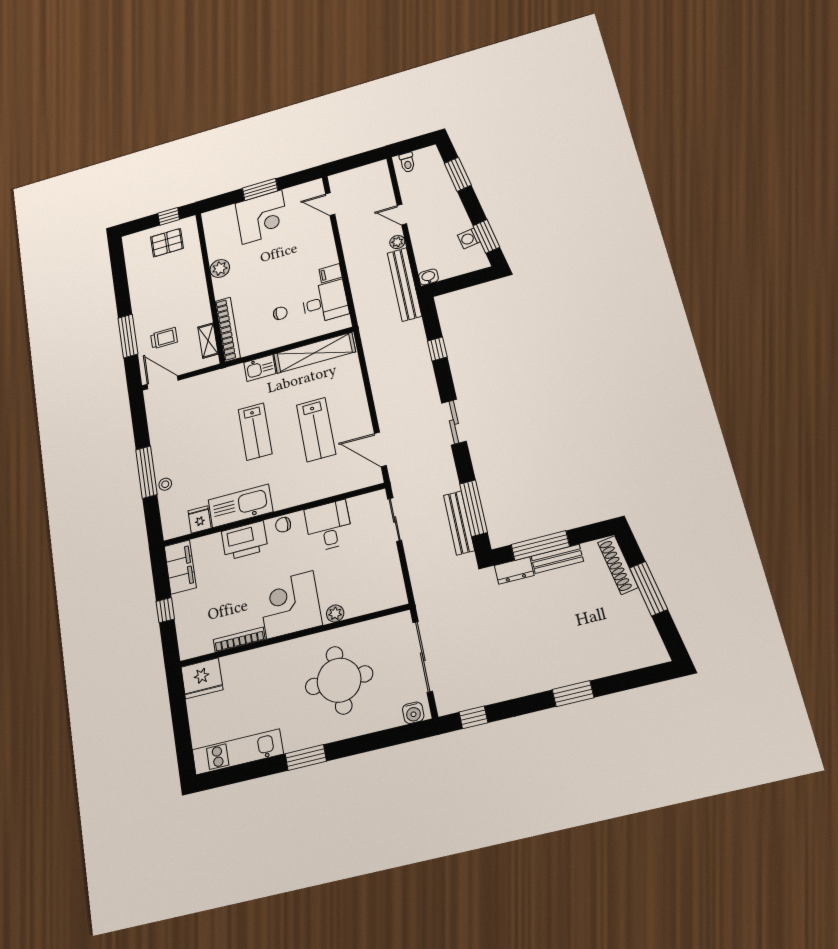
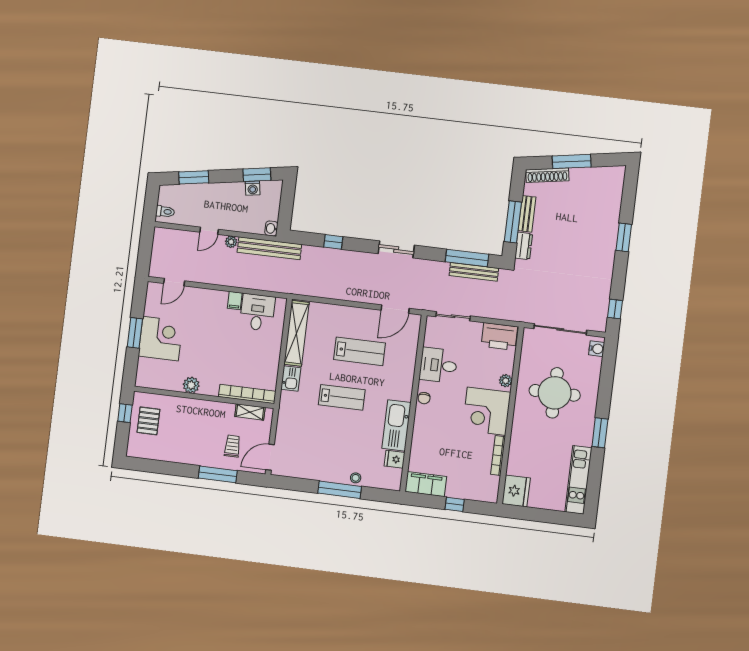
chair: (280, 313) -> (252, 349), removed
printer: (245, 541) -> (499, 337), moved, turned 90

